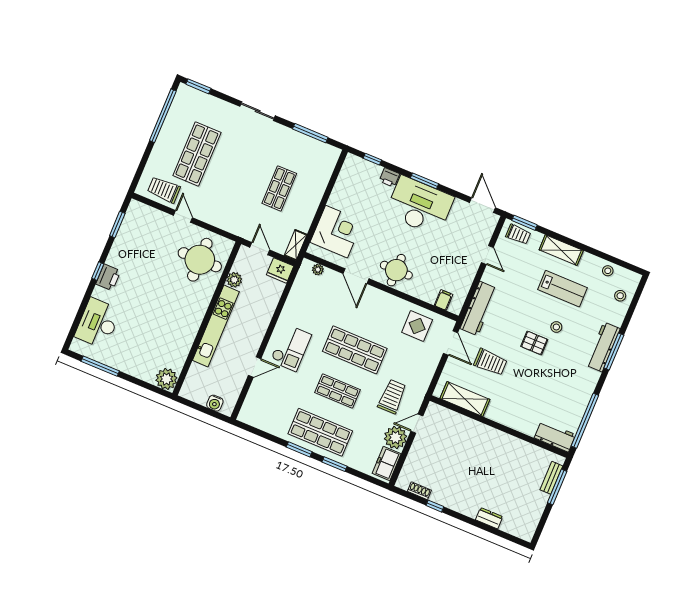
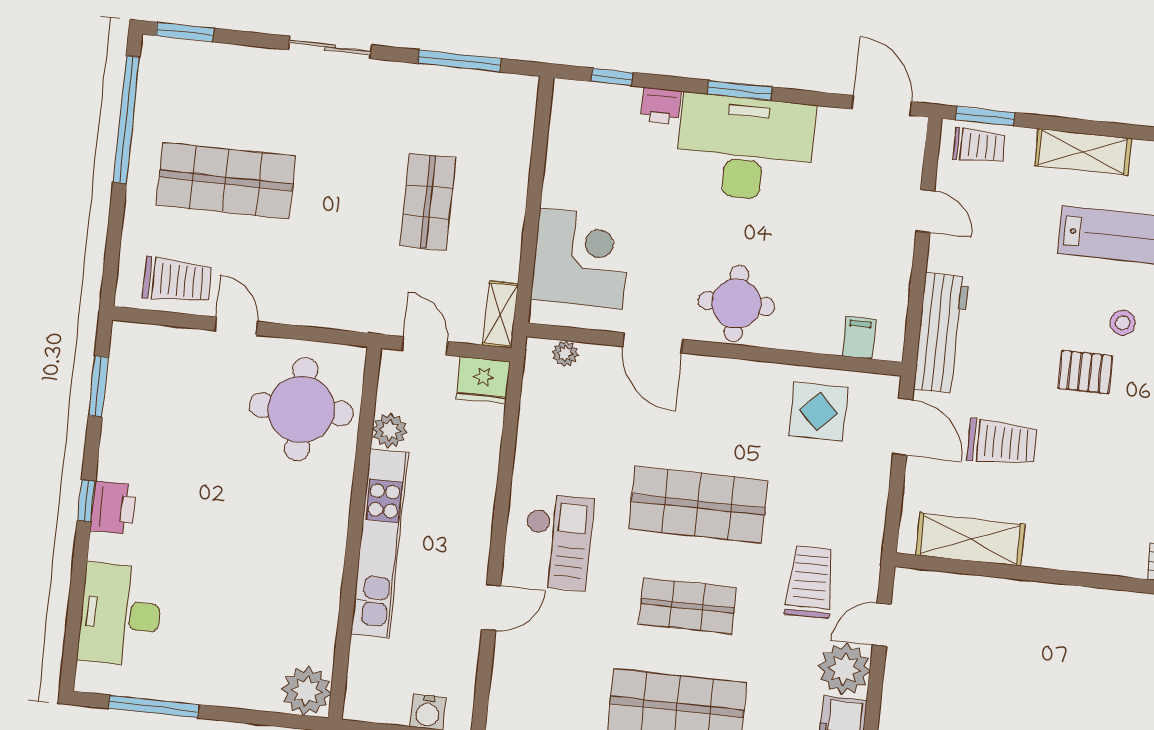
shop shelf: (197, 154) -> (226, 181), turned 90
trolley: (164, 190) -> (177, 280), turned 180

